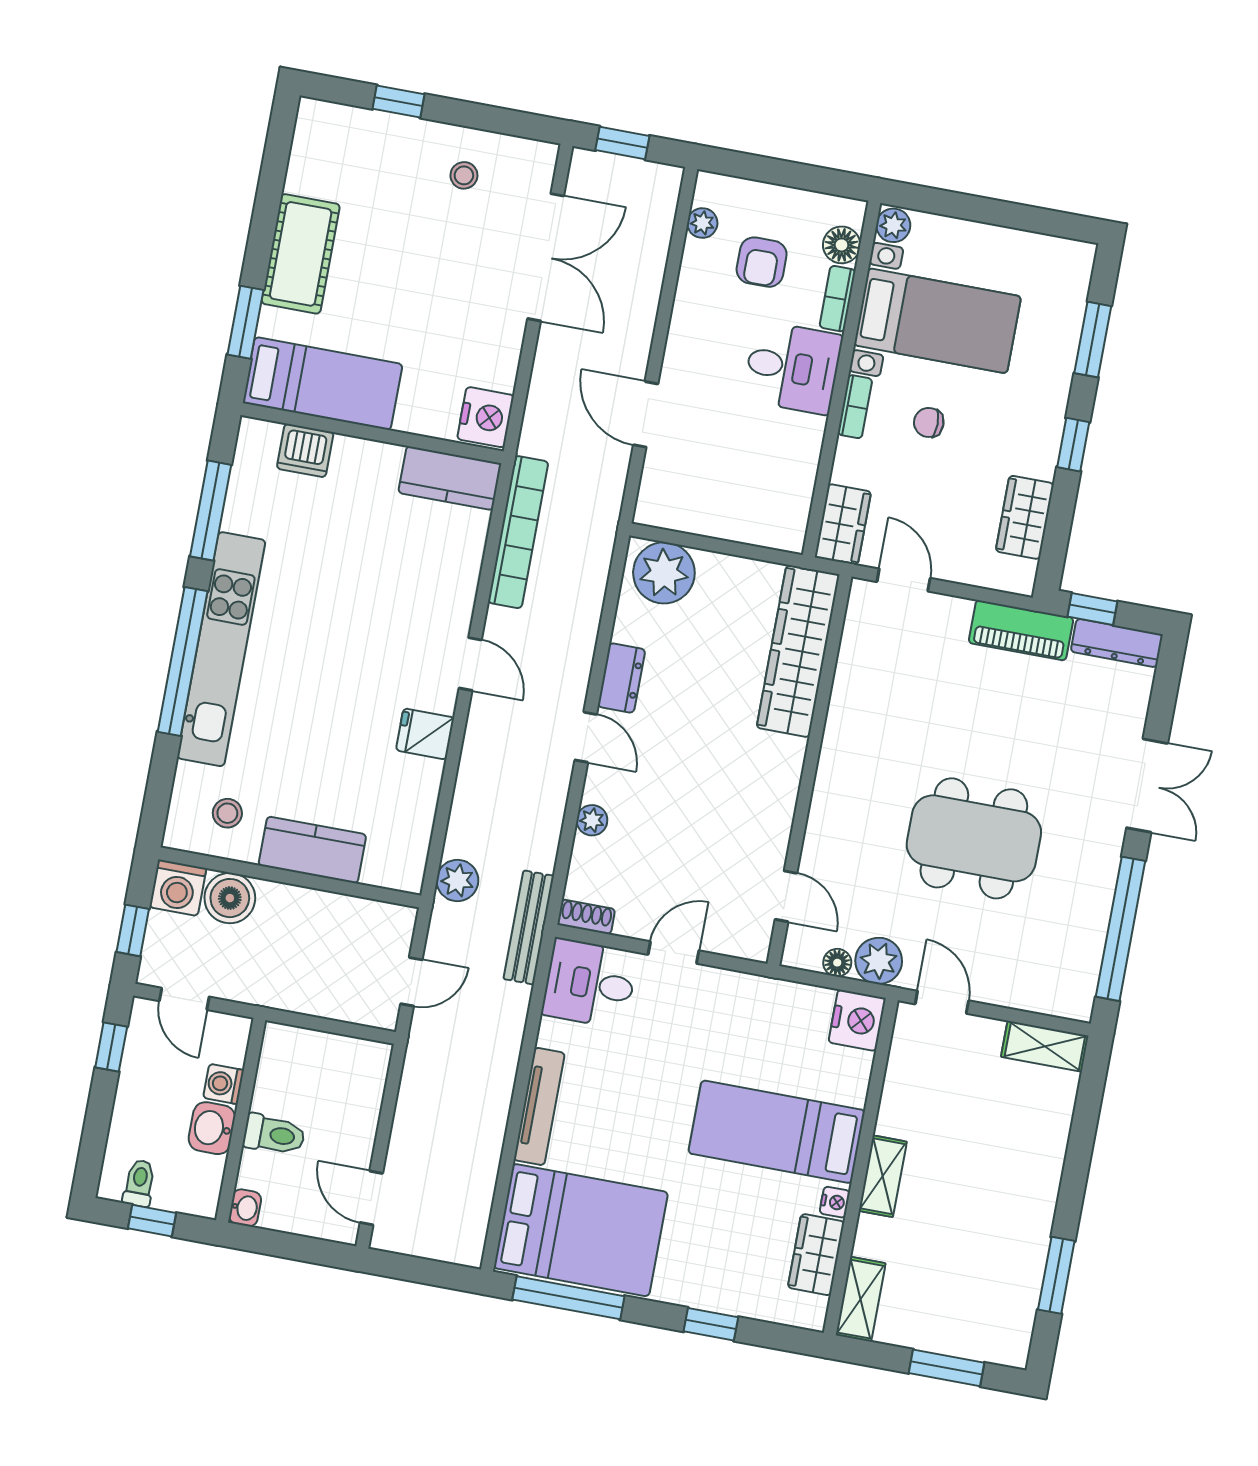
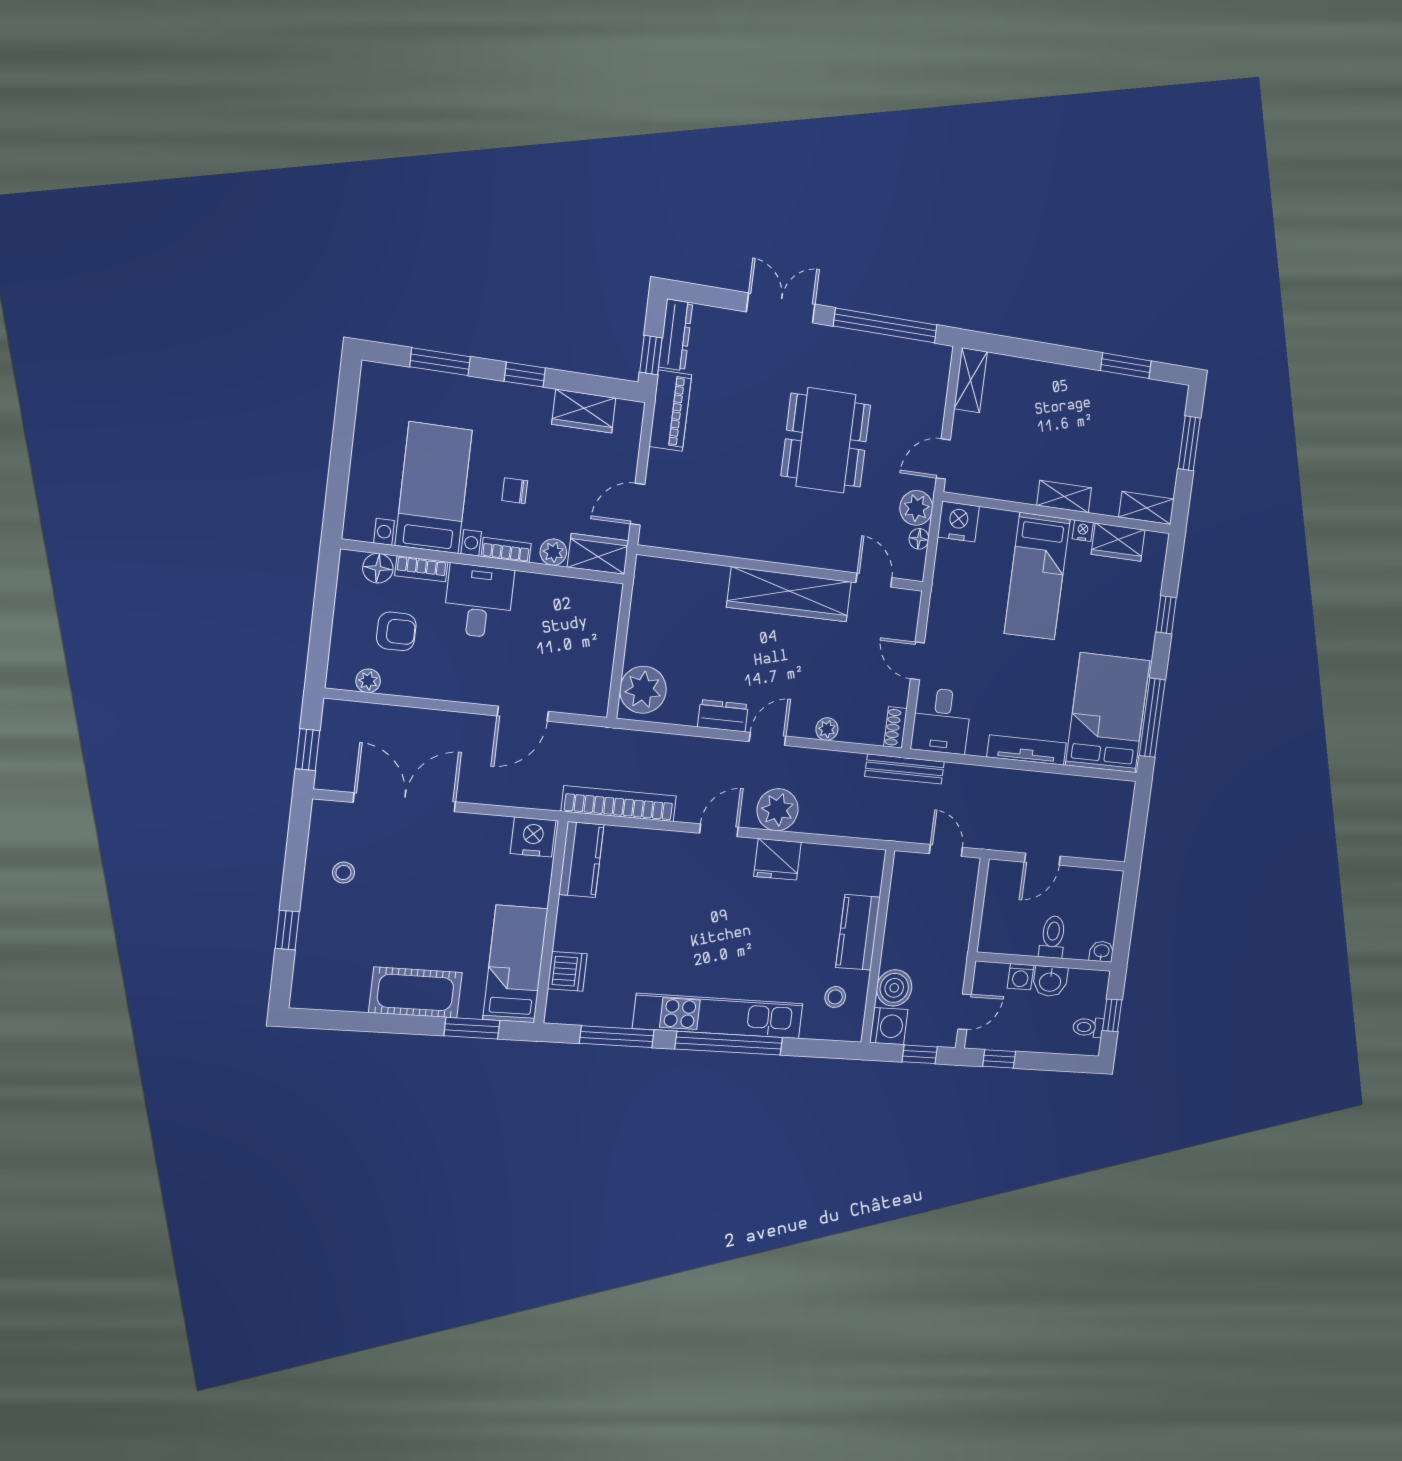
plant: (893, 225) -> (553, 552), moved
chair: (929, 422) -> (515, 491), turned 90
wardrobe: (798, 651) -> (789, 594), moved
fridge: (425, 734) -> (777, 859), width x1.38
plant: (457, 880) -> (778, 810), moved, width x1.36, depth x1.36
door: (786, 896) -> (874, 580), hinge flipped
door: (371, 1198) -> (1042, 859), moved

